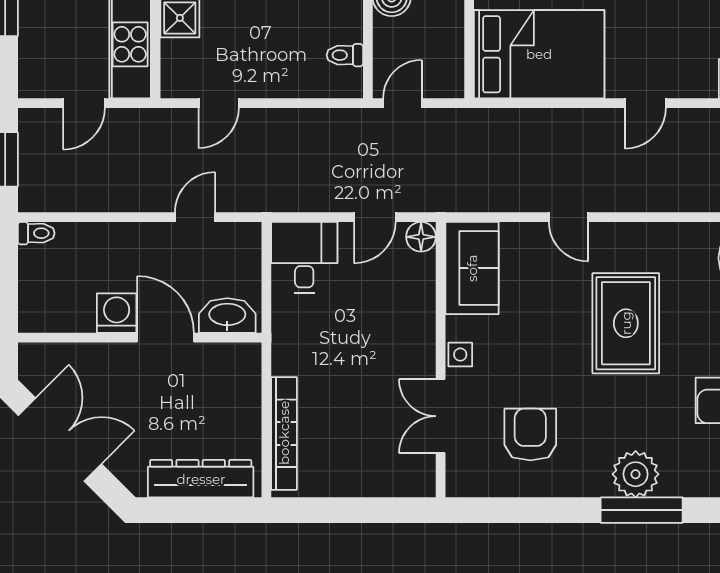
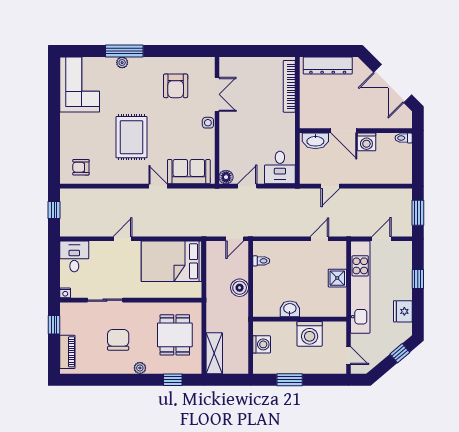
toilet: (36, 233) -> (404, 138), moved
sofa: (472, 268) -> (189, 172), moved, turned 90
plant: (636, 474) -> (122, 63), width x0.53, depth x0.53

